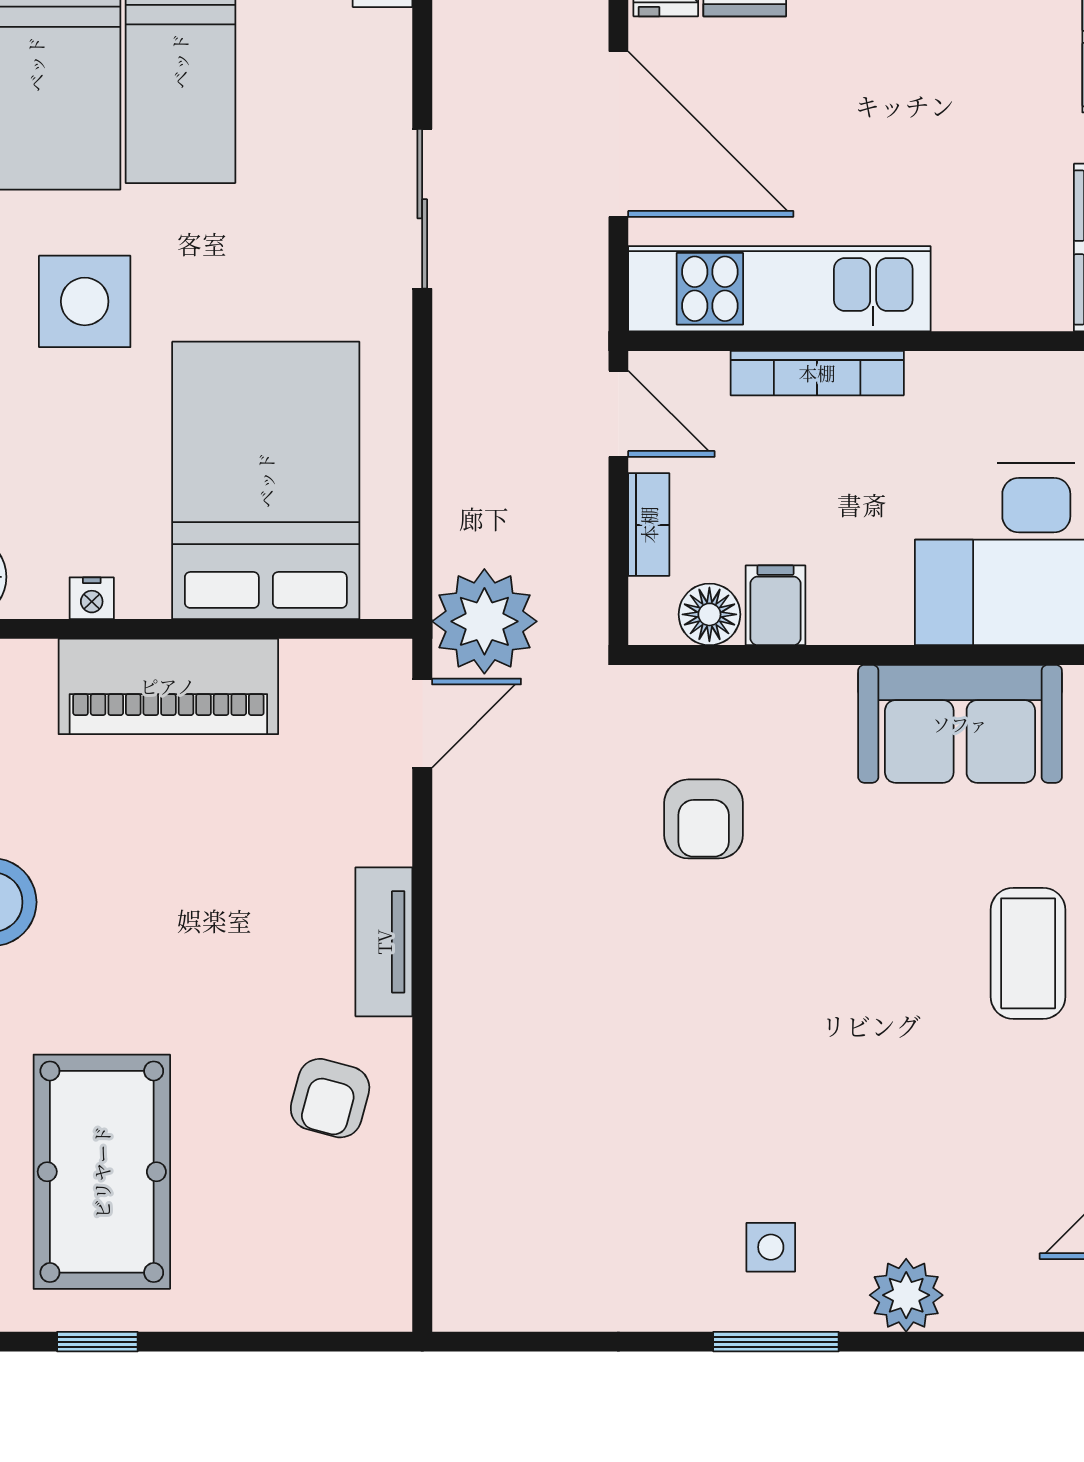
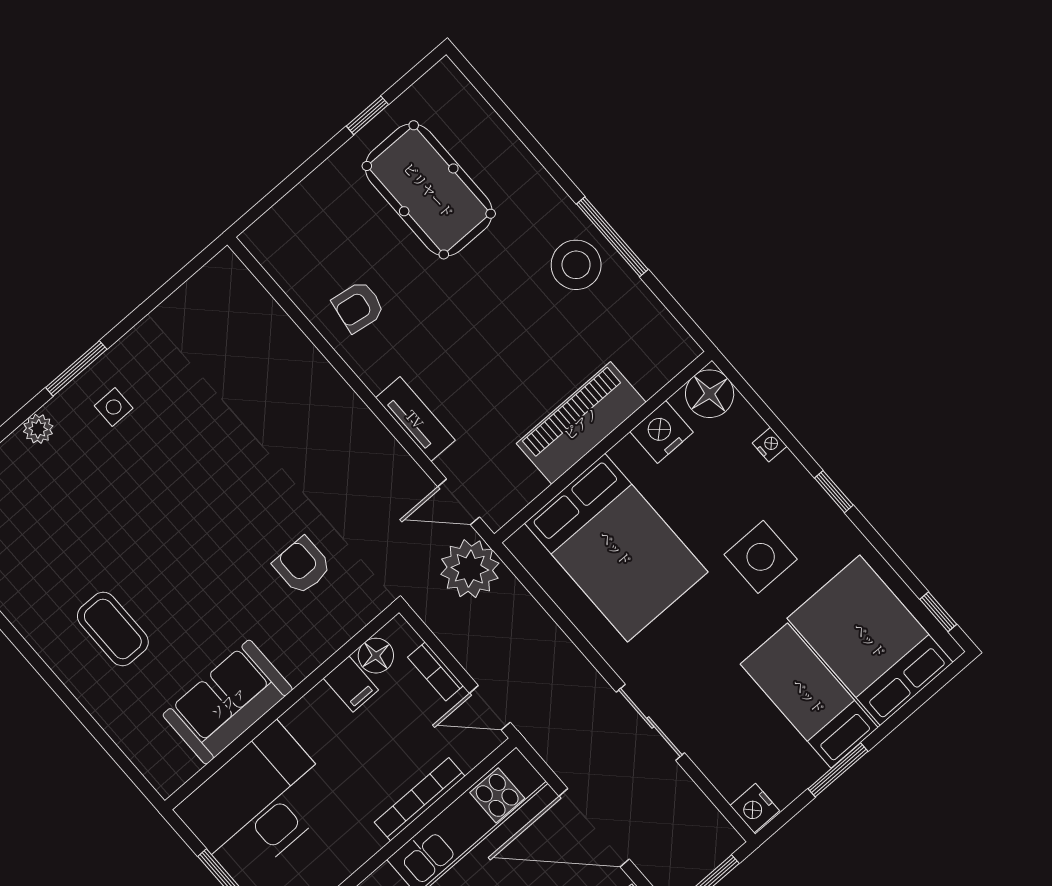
nightstand: (92, 598) -> (662, 432), width x1.89, depth x1.79
door: (422, 723) -> (459, 502), hinge flipped
tv unit: (384, 942) -> (415, 419), moved
armchair: (330, 1098) -> (358, 307), turned -96
plant: (906, 1295) -> (38, 429), width x0.73, depth x0.73

